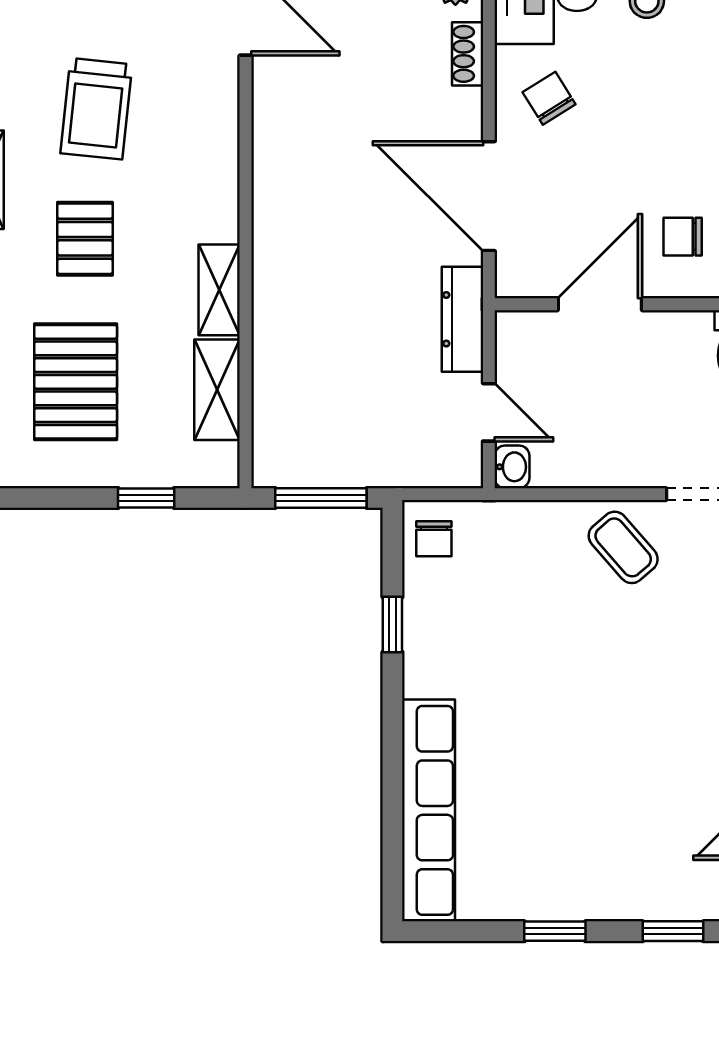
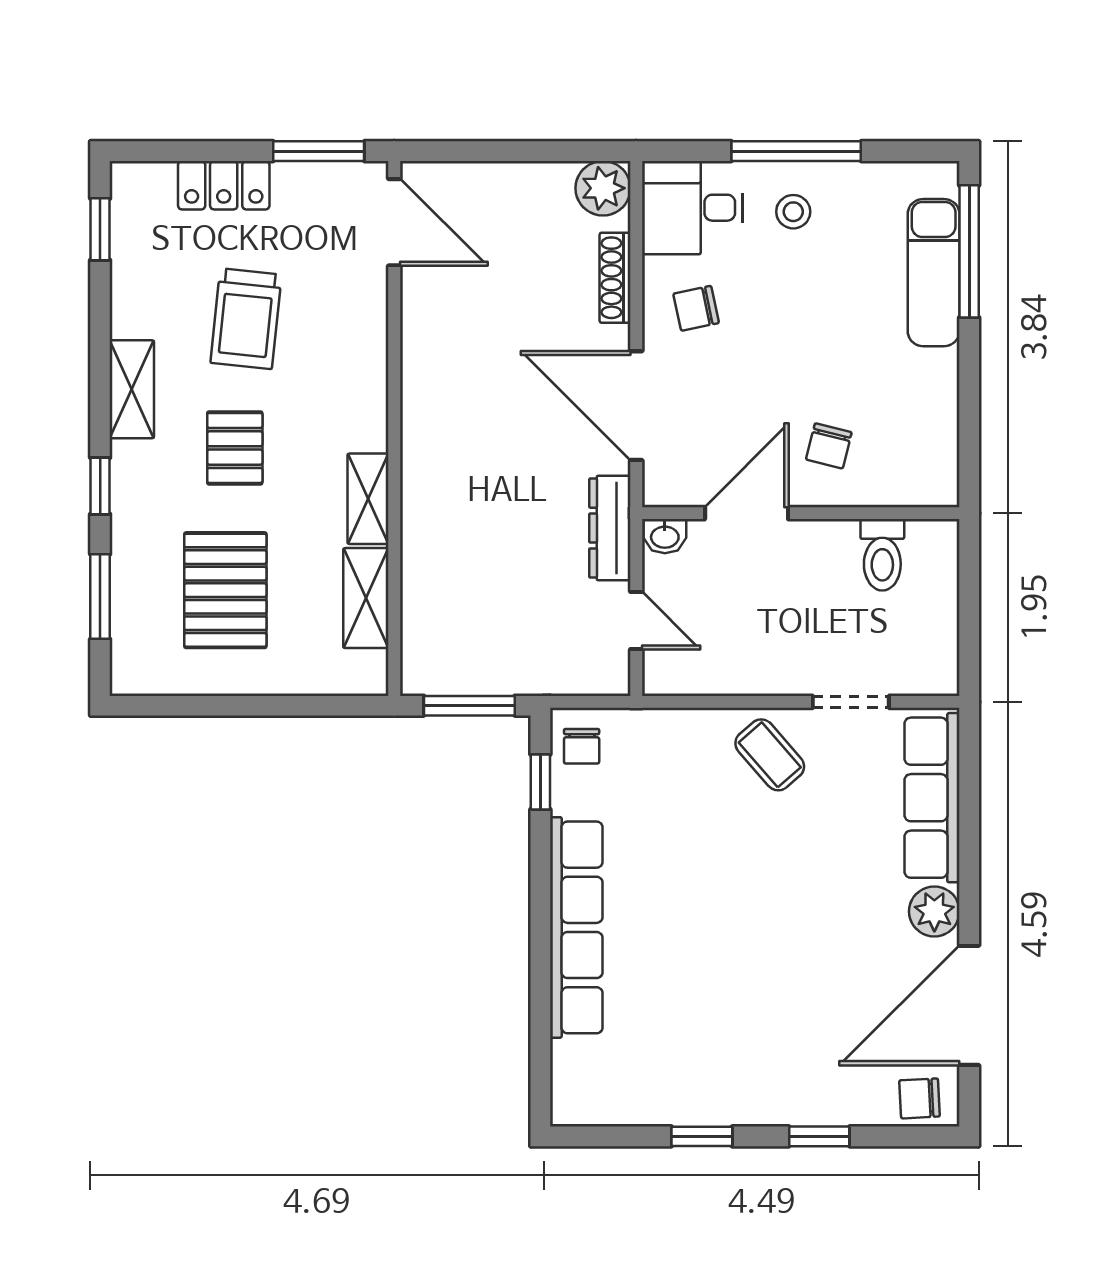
shoe rack: (468, 54) -> (615, 278), width x1.43
chair: (549, 98) -> (696, 308), turned -70
chair: (683, 237) -> (829, 446), turned -76
washbasin: (512, 467) -> (665, 536), moved, turned 90
window: (146, 498) -> (295, 706), removed
window: (392, 625) -> (540, 782), moved
row of seats: (429, 810) -> (576, 927), moved

